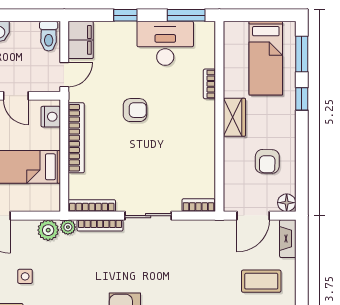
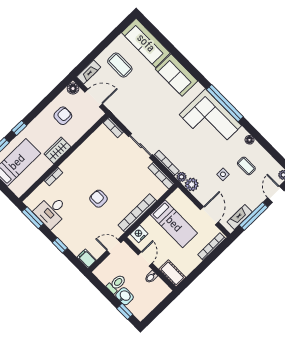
toilet: (49, 36) -> (116, 284), moved
filing cabinet: (81, 40) -> (87, 259), width x0.50
desk: (165, 43) -> (51, 211), width x0.73

